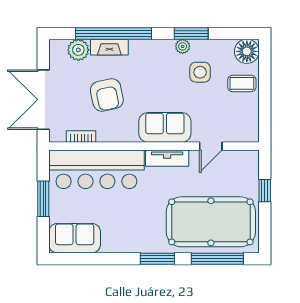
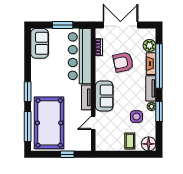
tv unit: (152, 48) -> (151, 88), added
door: (211, 146) -> (93, 123), hinge flipped

